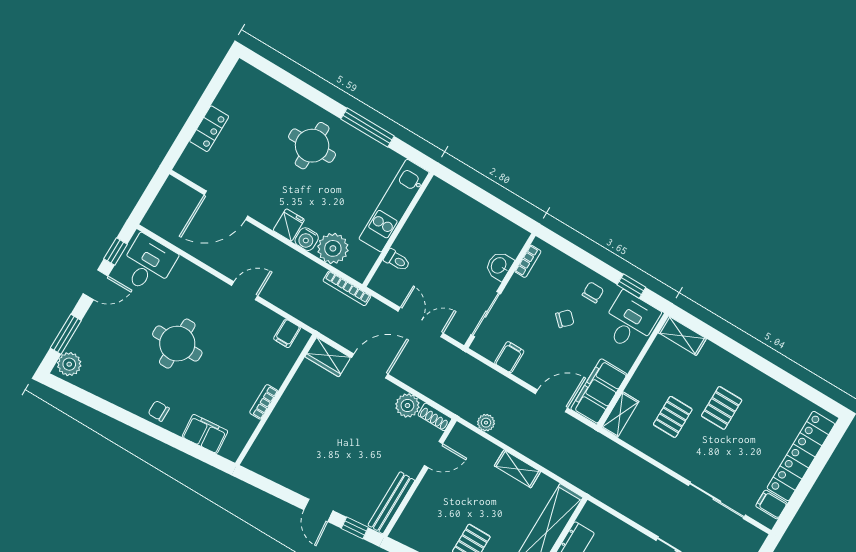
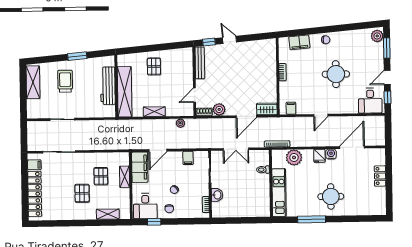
water cooler: (307, 239) -> (331, 154), moved
shelving: (682, 336) -> (108, 214), moved
shelving: (620, 415) -> (125, 177), moved

